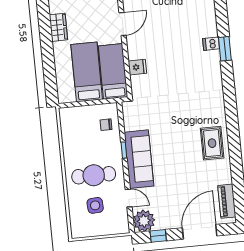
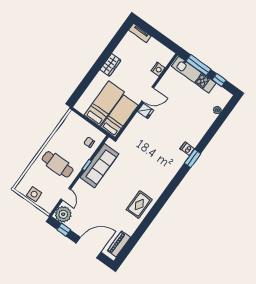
fridge: (137, 67) -> (146, 111), moved
sofa: (139, 159) -> (99, 166), moved
side table: (95, 205) -> (34, 194), moved

